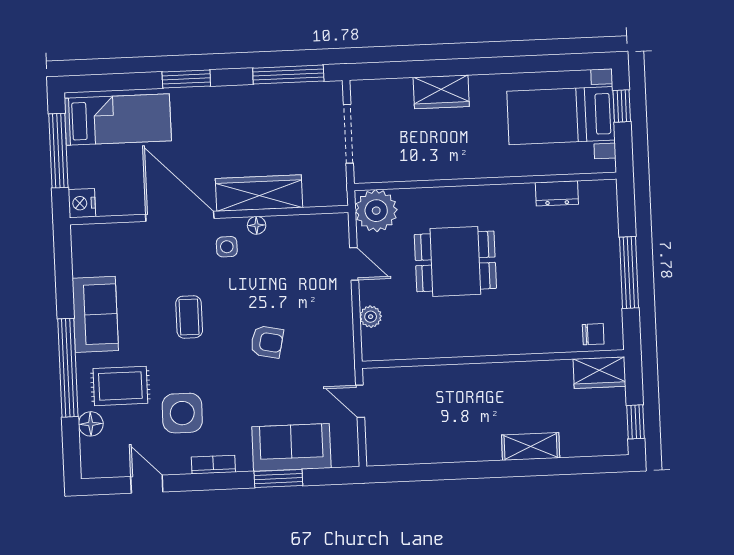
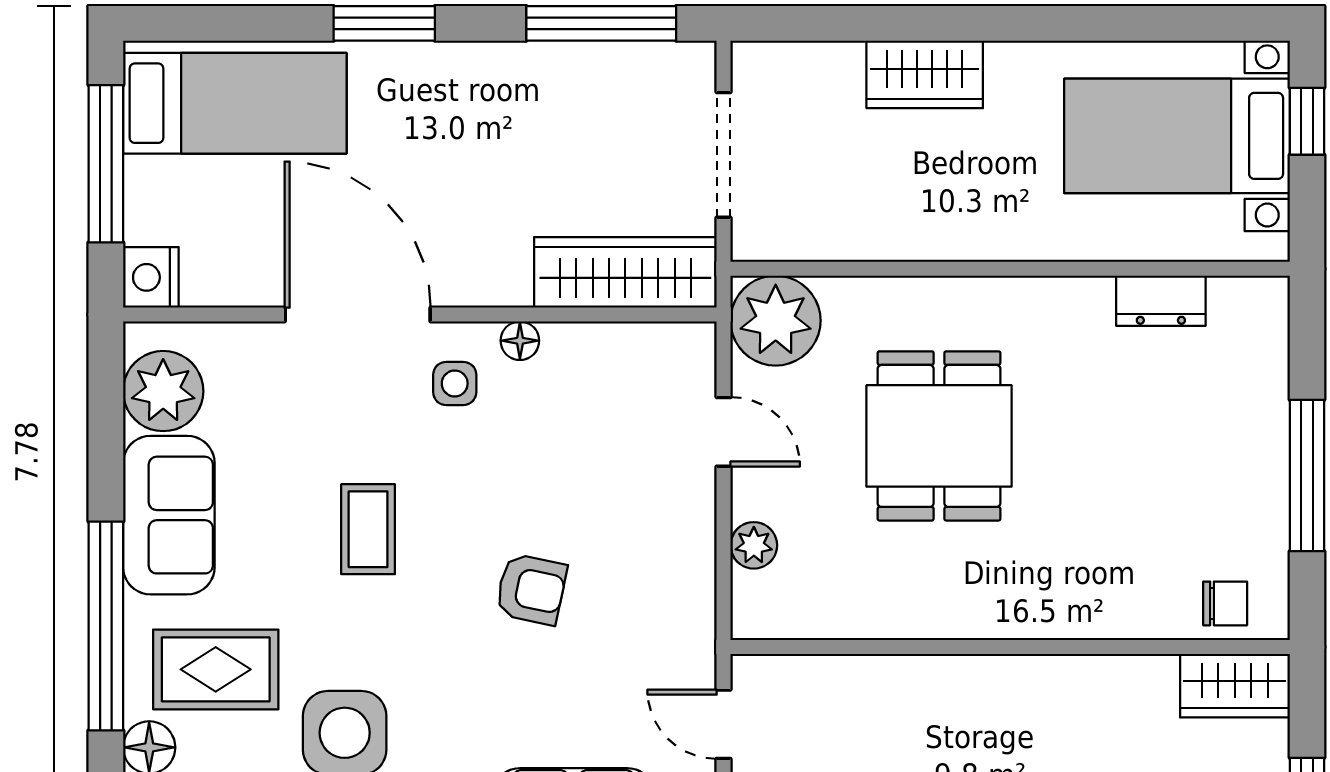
wardrobe: (259, 193) -> (625, 272), moved
plant: (90, 256) -> (163, 391), added
dining table: (455, 261) -> (939, 436), turned 90

